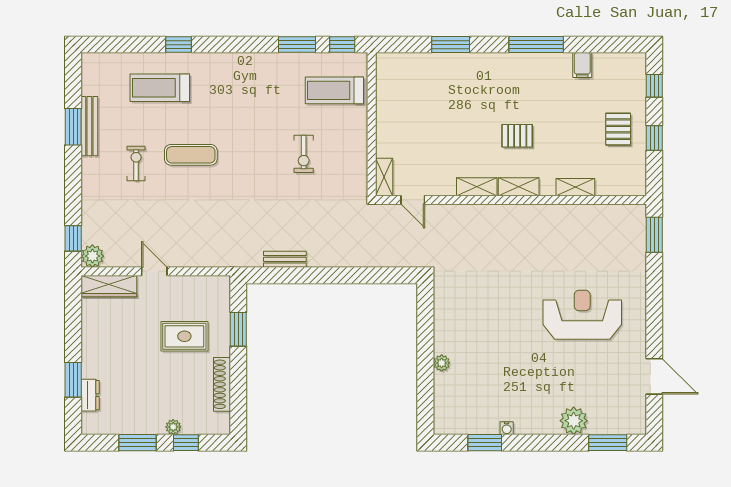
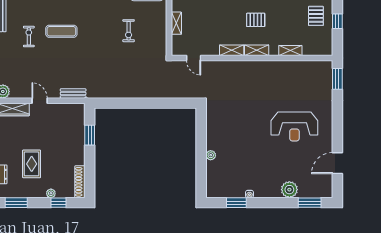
shelving: (384, 177) -> (176, 23), moved
bench: (285, 259) -> (73, 93), moved
reception desk: (582, 315) -> (294, 126), turned 180
rug: (184, 336) -> (32, 164), moved, turned 90
door: (654, 376) -> (337, 163), swing flipped
shoe rack: (222, 384) -> (80, 182), moved
window: (138, 443) -> (16, 203), moved

